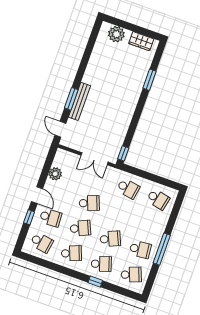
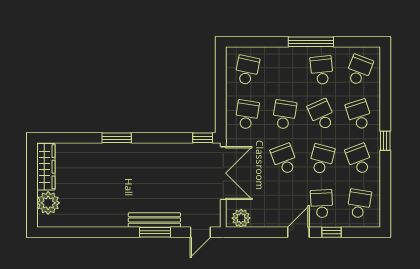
wardrobe: (141, 41) -> (46, 167), width x1.50
window: (149, 80) -> (117, 138), moved
double door: (95, 159) -> (223, 173), width x1.37
plant: (55, 174) -> (241, 218), moved
school desk: (119, 214) -> (284, 115), added
school desk: (80, 228) -> (322, 159), turned 39
school desk: (131, 275) -> (359, 70), turned 42
window: (95, 281) -> (385, 141), moved

